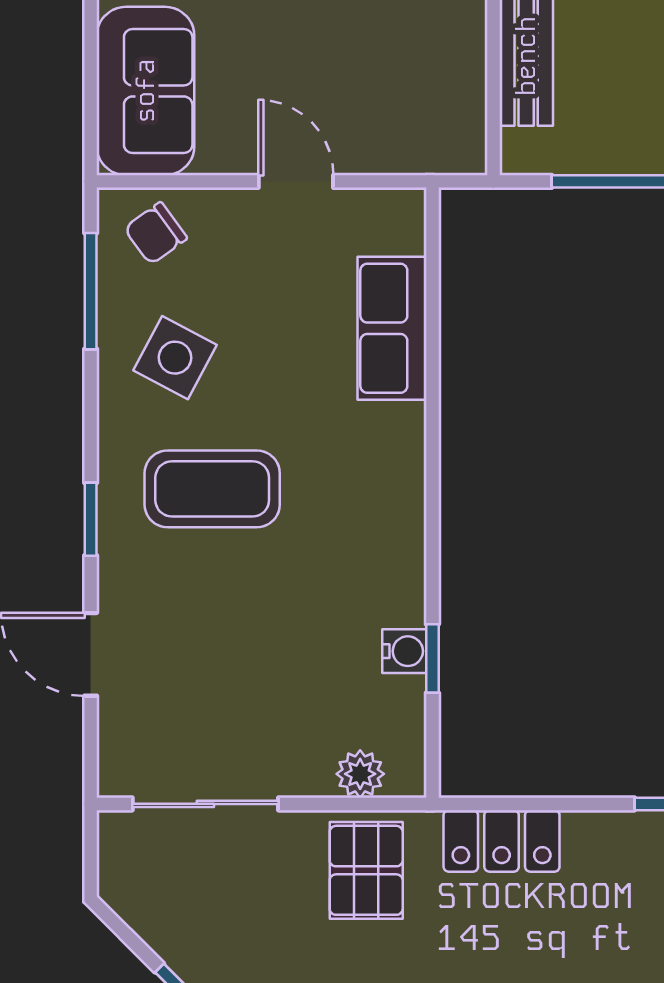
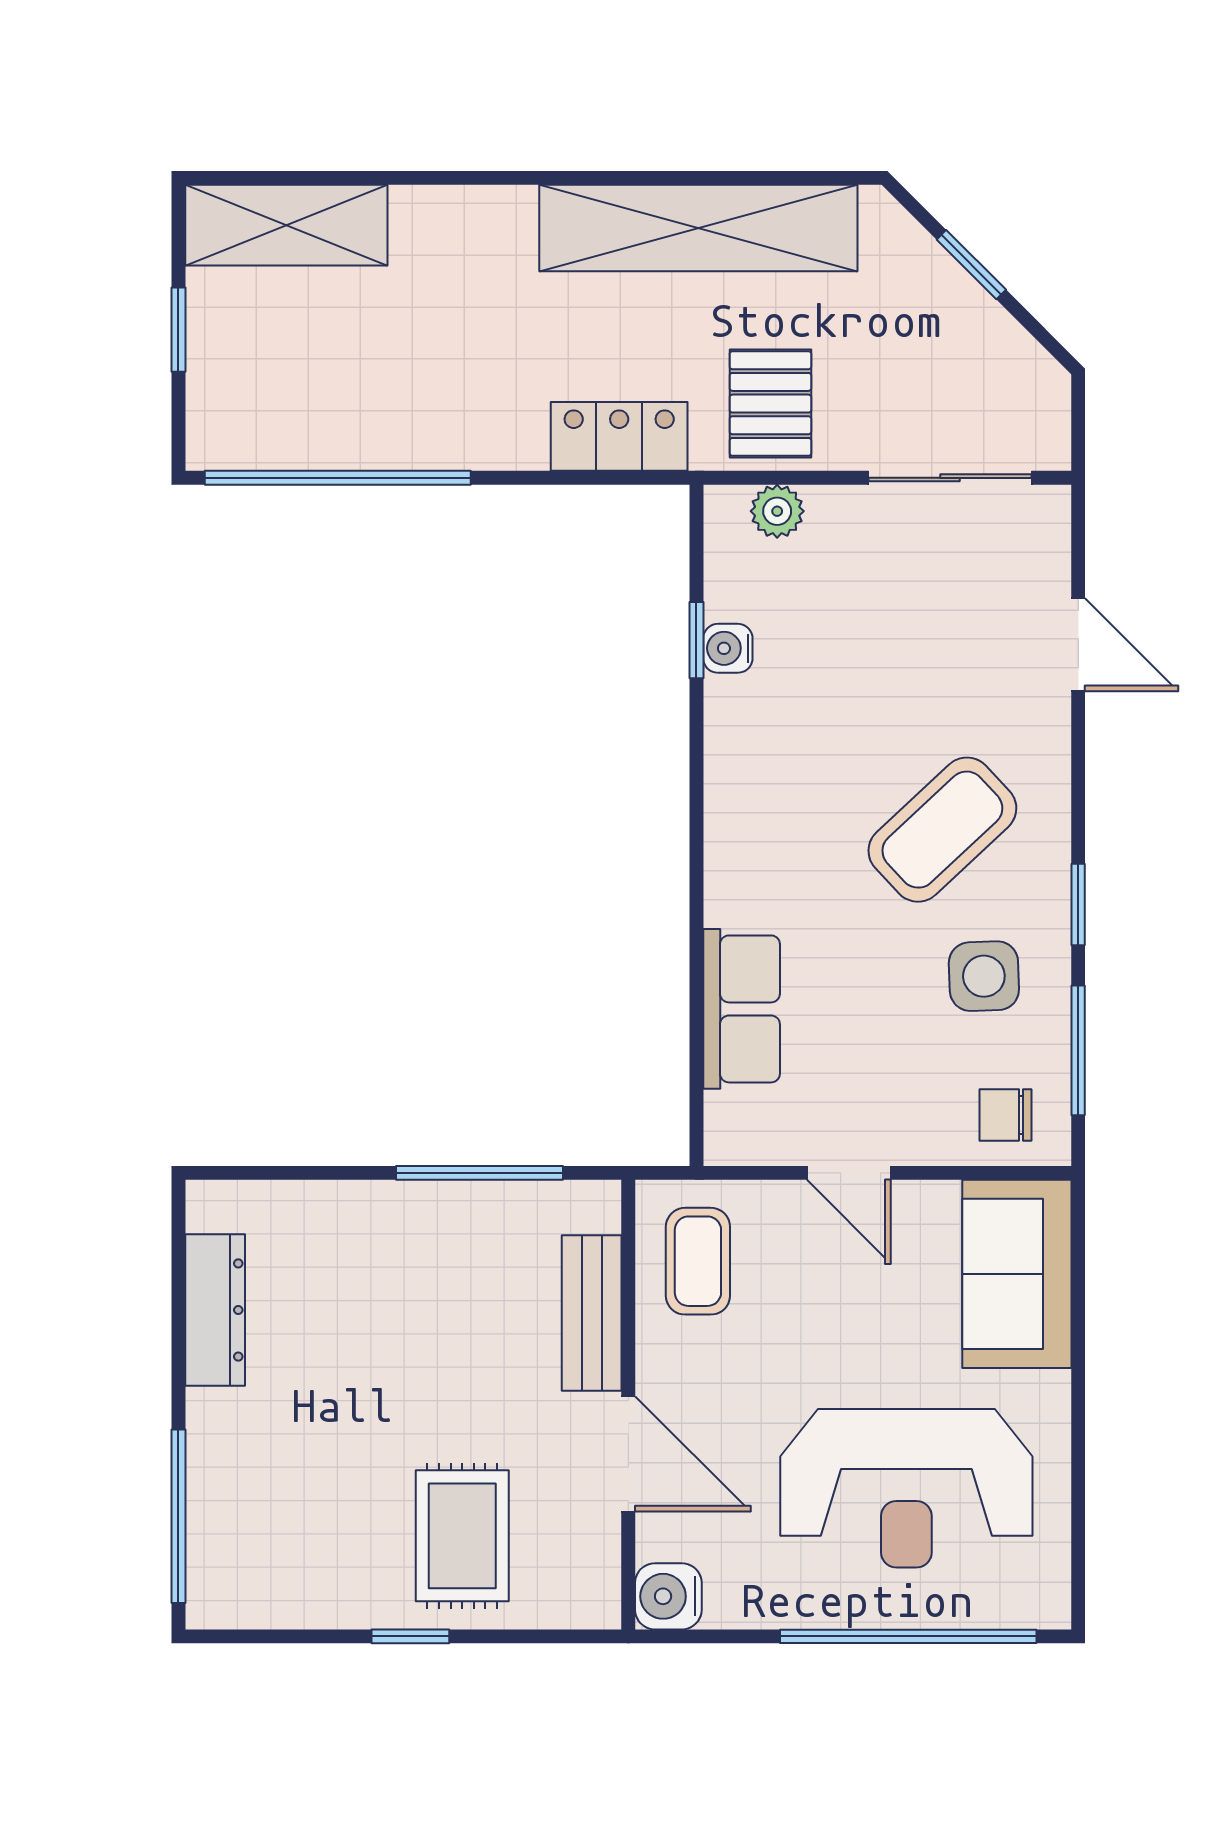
coffee table: (431, 102) -> (698, 1261), added
chair: (156, 233) -> (1006, 1115), turned -144
side table: (175, 358) -> (984, 976), turned -30
coffee table: (212, 489) -> (942, 830), turned -43
window: (91, 519) -> (1078, 904), moved

